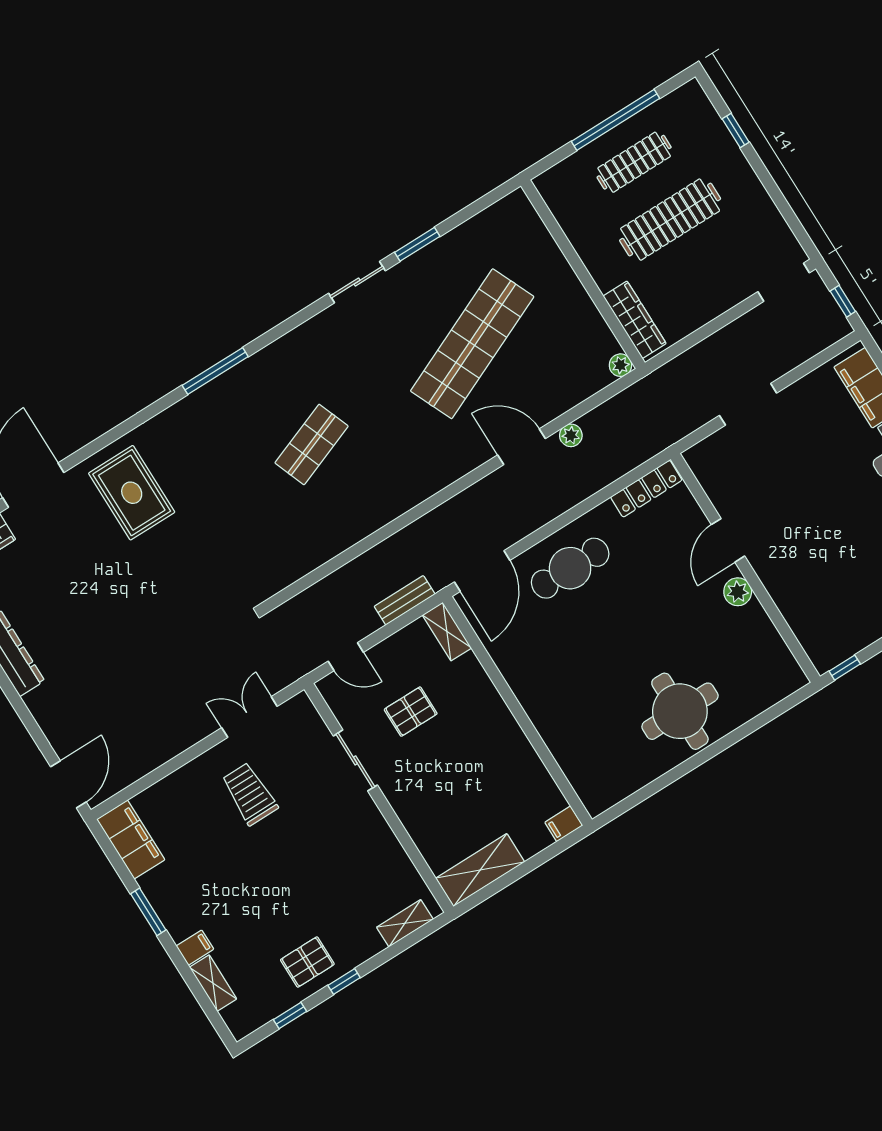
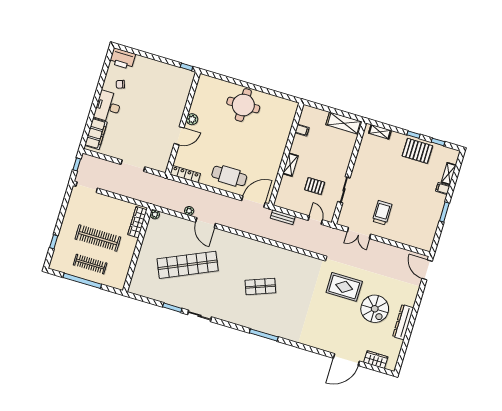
rug: (132, 493) -> (344, 287), moved, turned 90
spiral stairs: (82, 622) -> (375, 309), added
shelving: (447, 632) -> (290, 165), moved
door: (68, 784) -> (427, 270), hinge flipped
trolley: (250, 794) -> (382, 213), turned 180
filing cabinet: (564, 824) -> (302, 130), moved
filing cabinet: (131, 839) -> (427, 236), removed
pallet: (307, 962) -> (417, 151), width x1.50, depth x1.42

